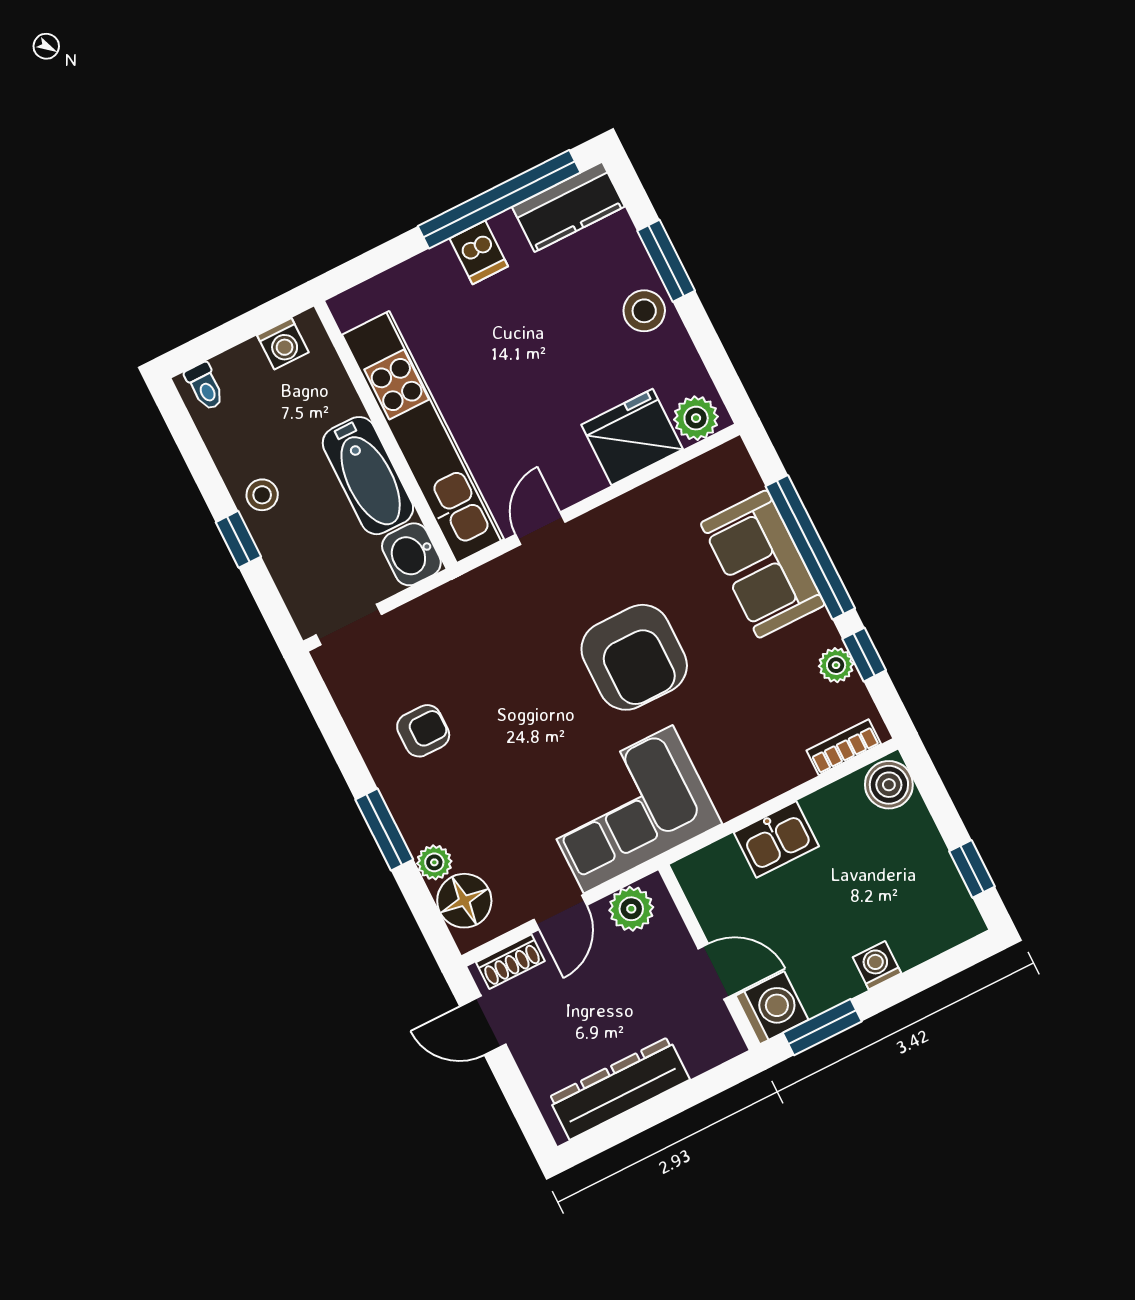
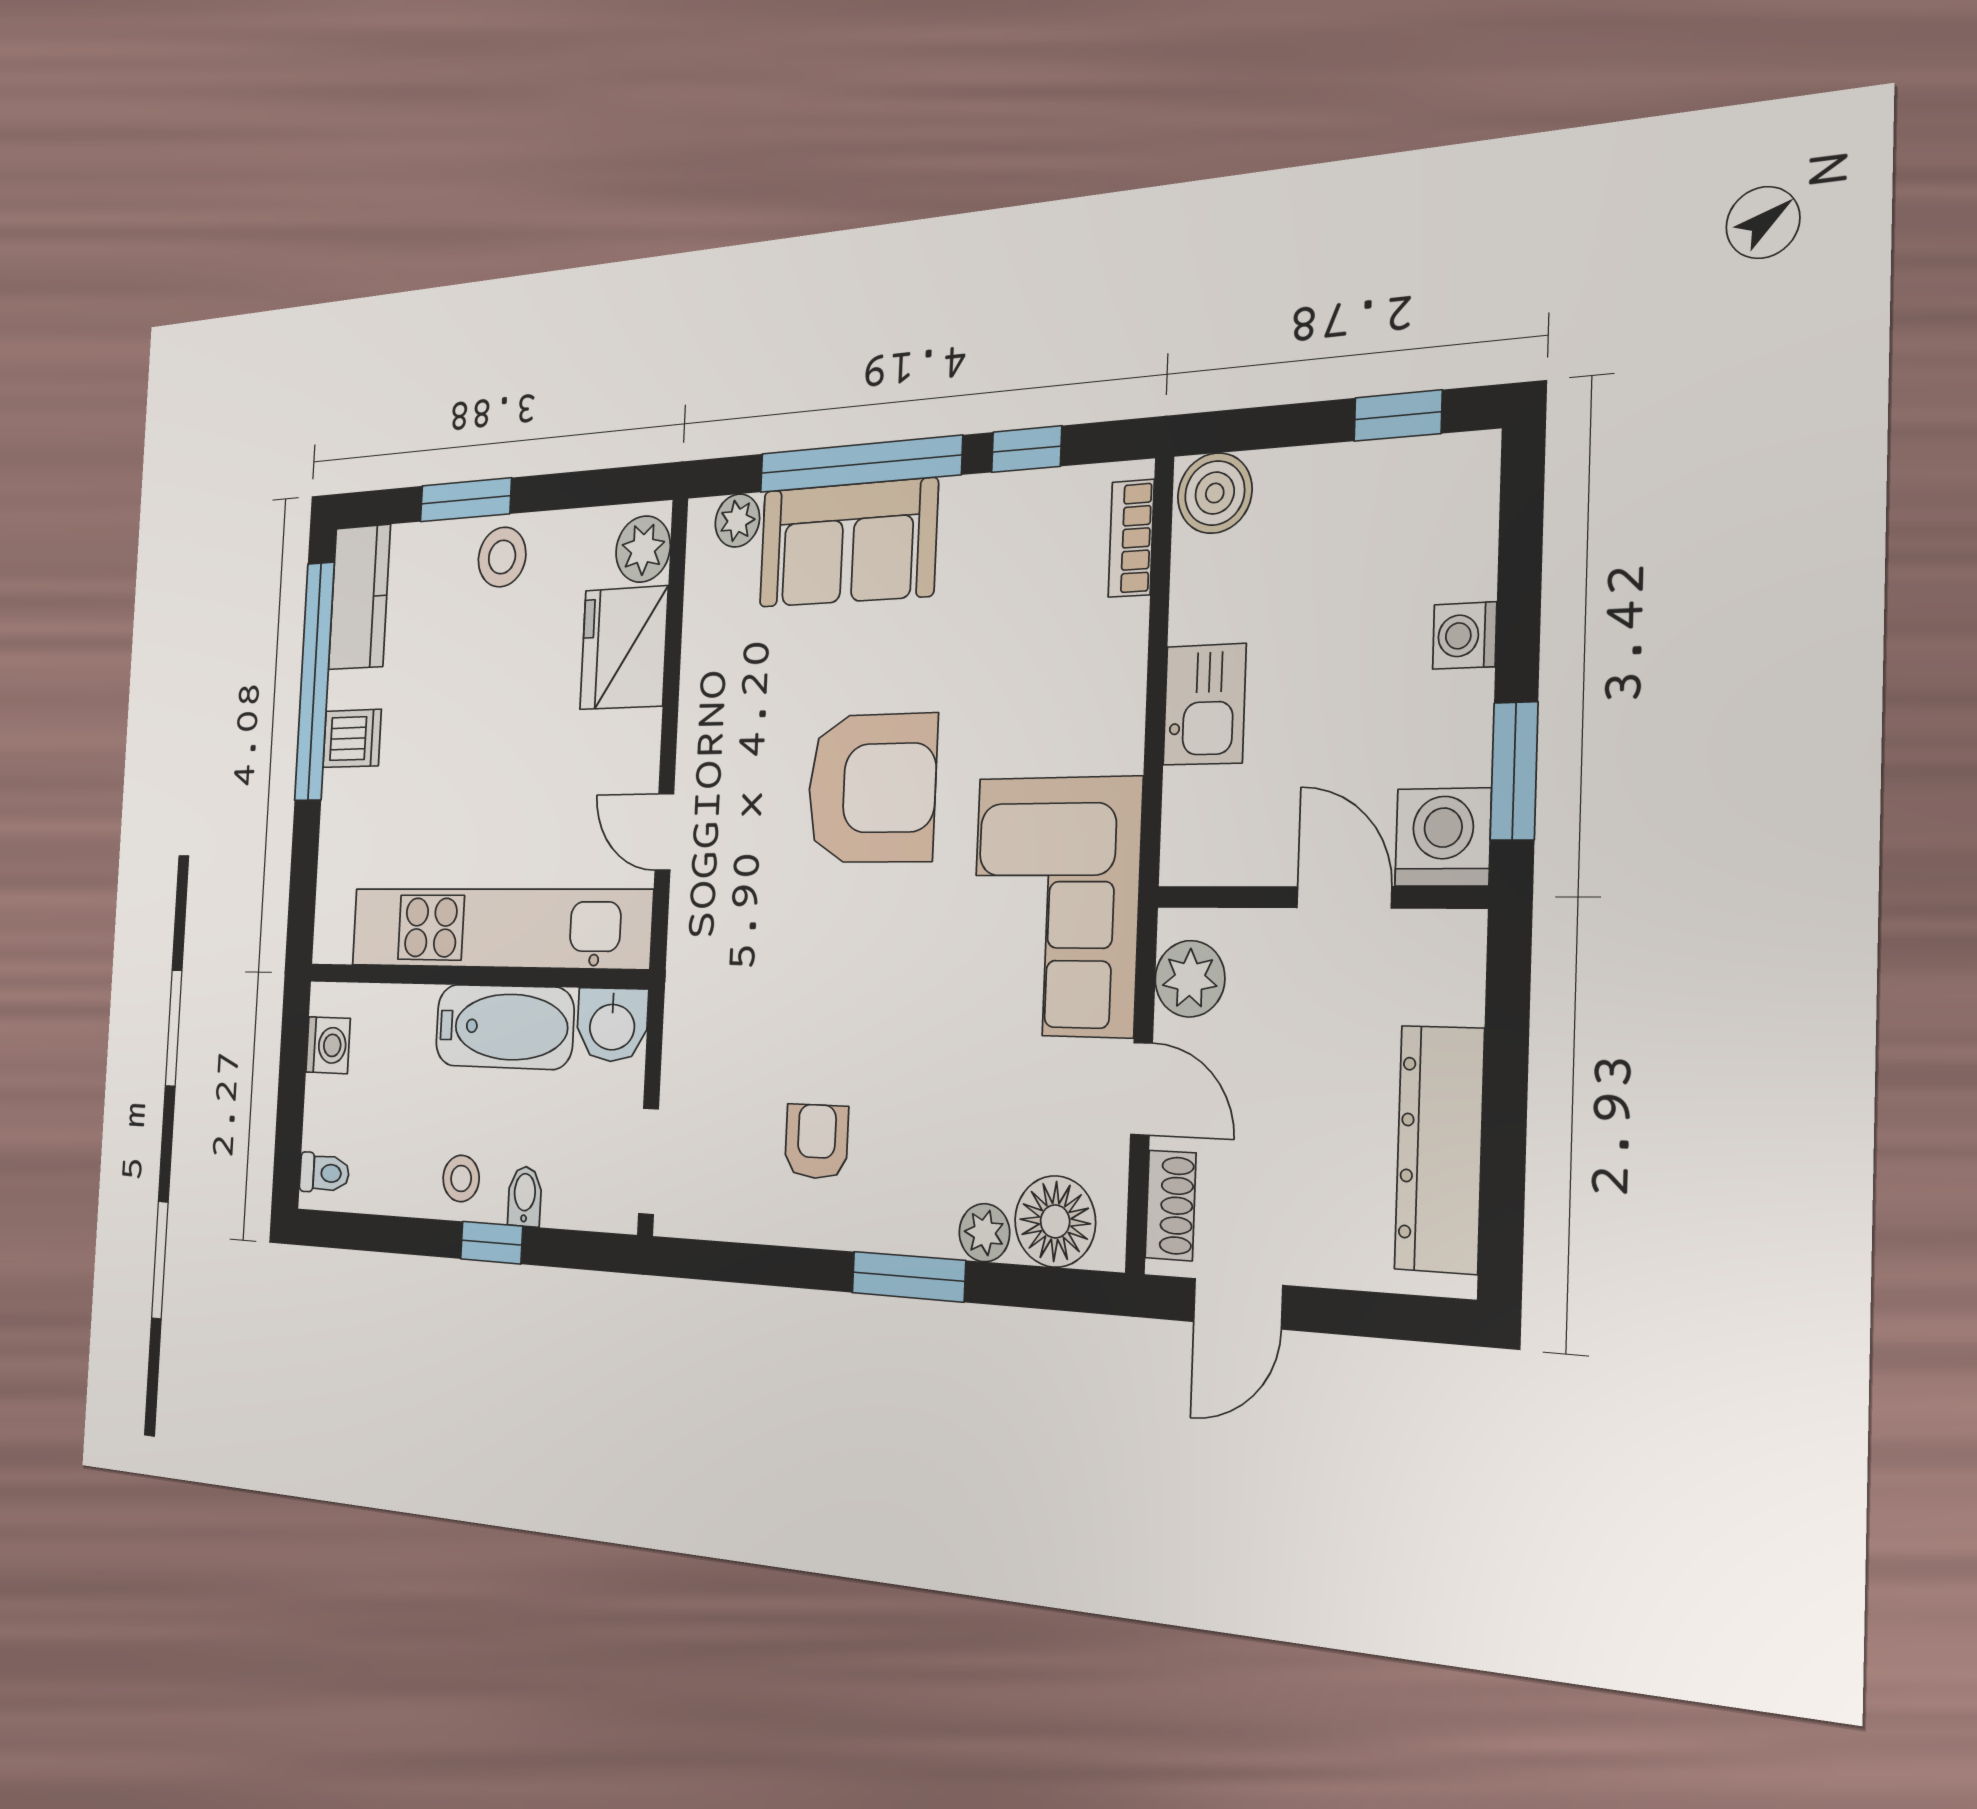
bidet: (279, 548) -> (525, 1196), added
plant: (836, 665) -> (737, 521), moved
door: (716, 971) -> (1344, 897), hinge flipped

